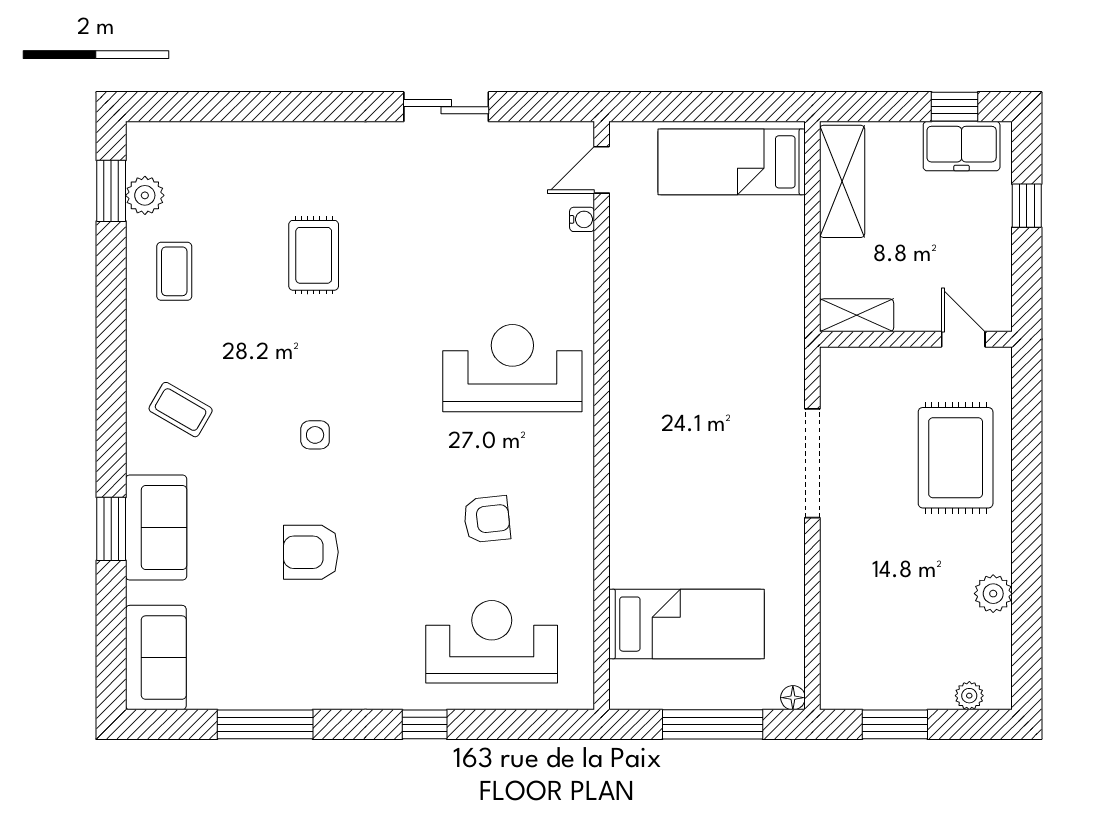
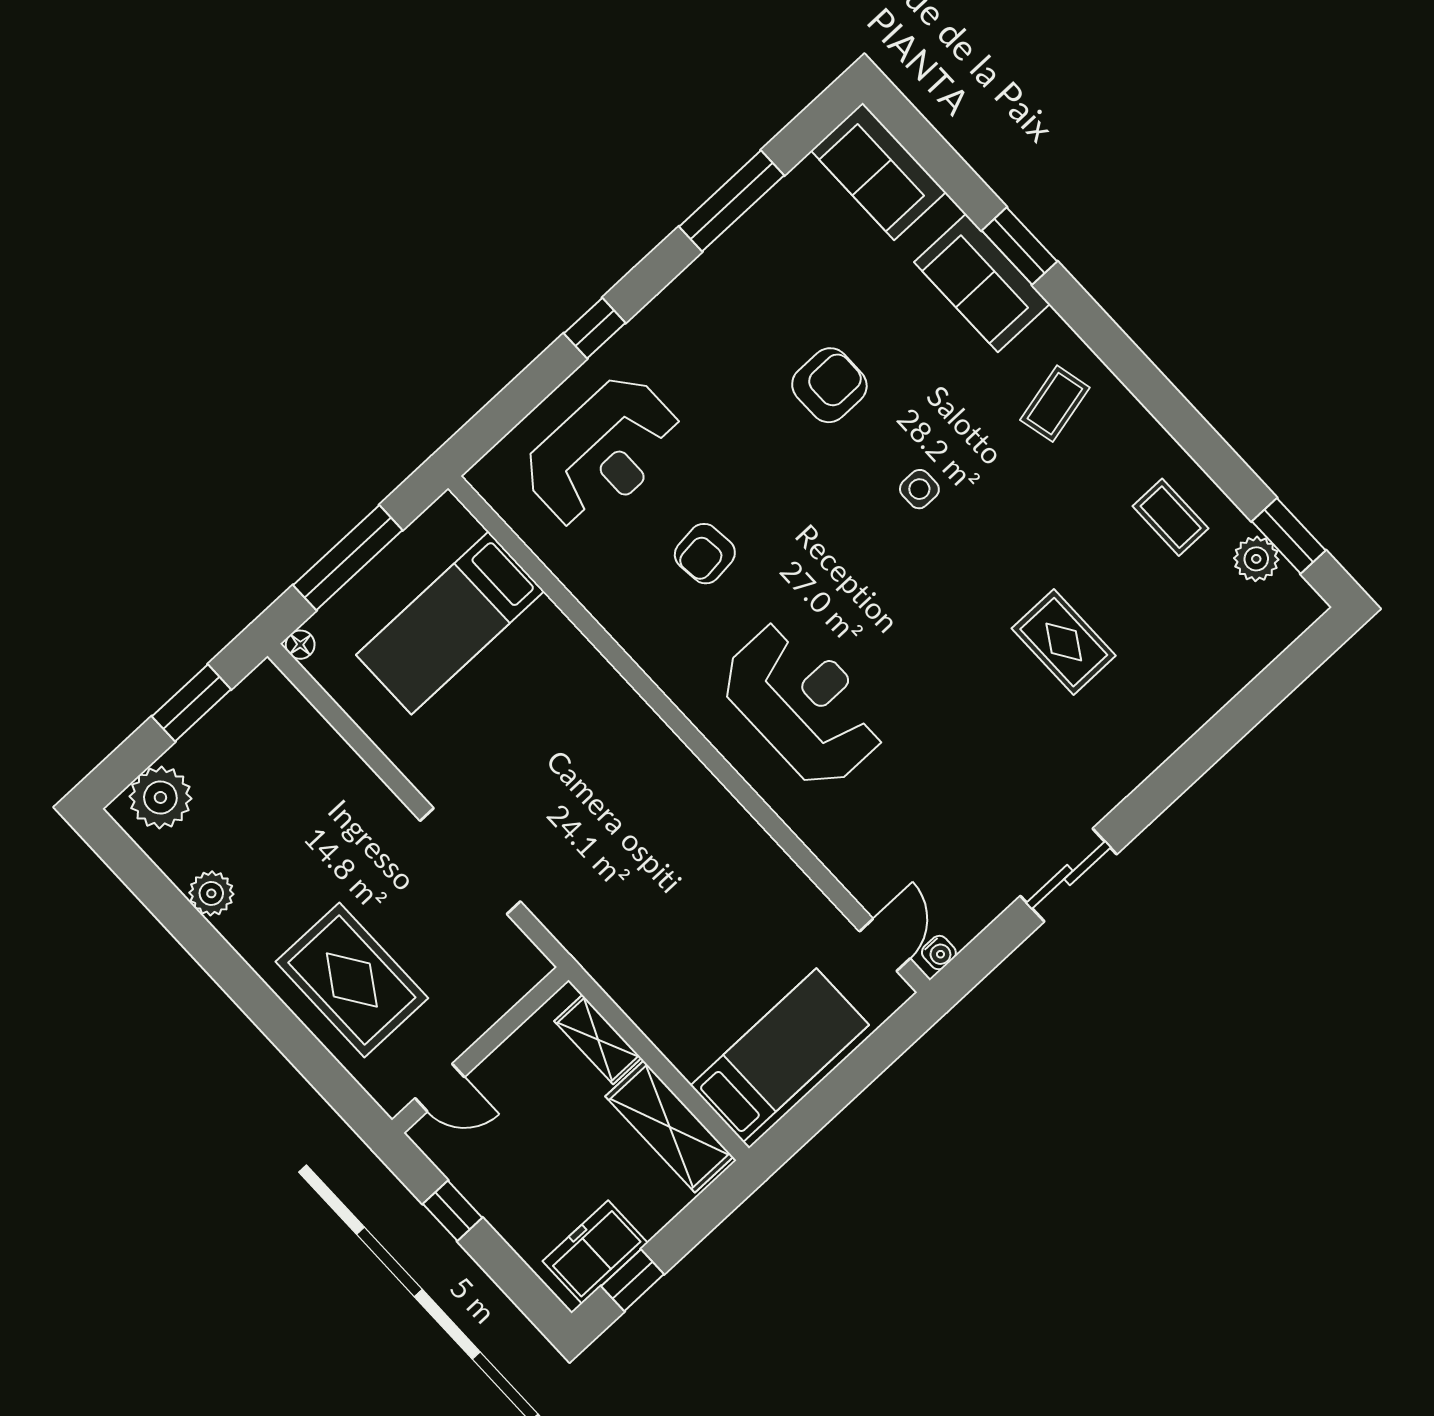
window: (1027, 206) -> (453, 1211), moved
water cooler: (582, 219) -> (939, 953), moved, turned -90
shelving: (857, 315) -> (598, 1039), moved, turned 90
reception desk: (512, 368) -> (803, 704), turned -90
coffee table: (181, 410) -> (1055, 404), turned -43
plant: (969, 696) -> (160, 797), width x1.88, depth x1.88

